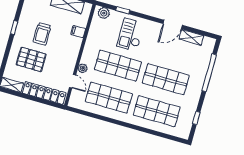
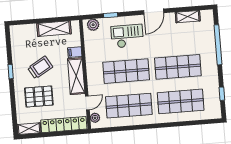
door: (173, 24) -> (154, 12), moved
trolley: (42, 34) -> (40, 67), turned -120
checkout: (131, 35) -> (127, 36), turned 90
shelving: (71, 54) -> (76, 76), added
plant: (83, 68) -> (95, 118), moved
door: (73, 81) -> (87, 103), hinge flipped

